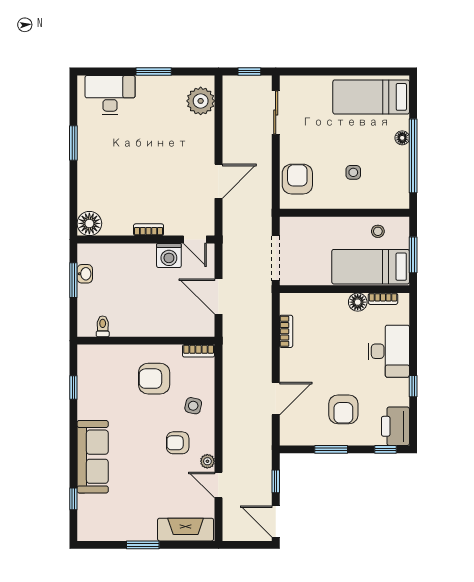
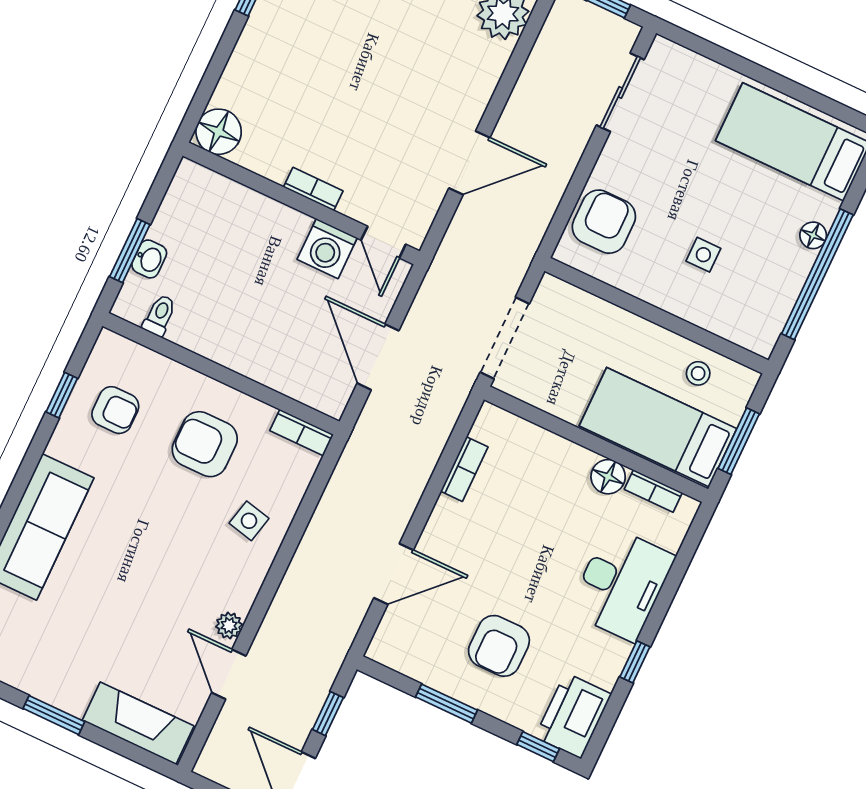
washbasin: (85, 274) -> (149, 259), moved
window: (73, 280) -> (130, 251), moved
armchair: (178, 443) -> (115, 410), moved, turned 180

